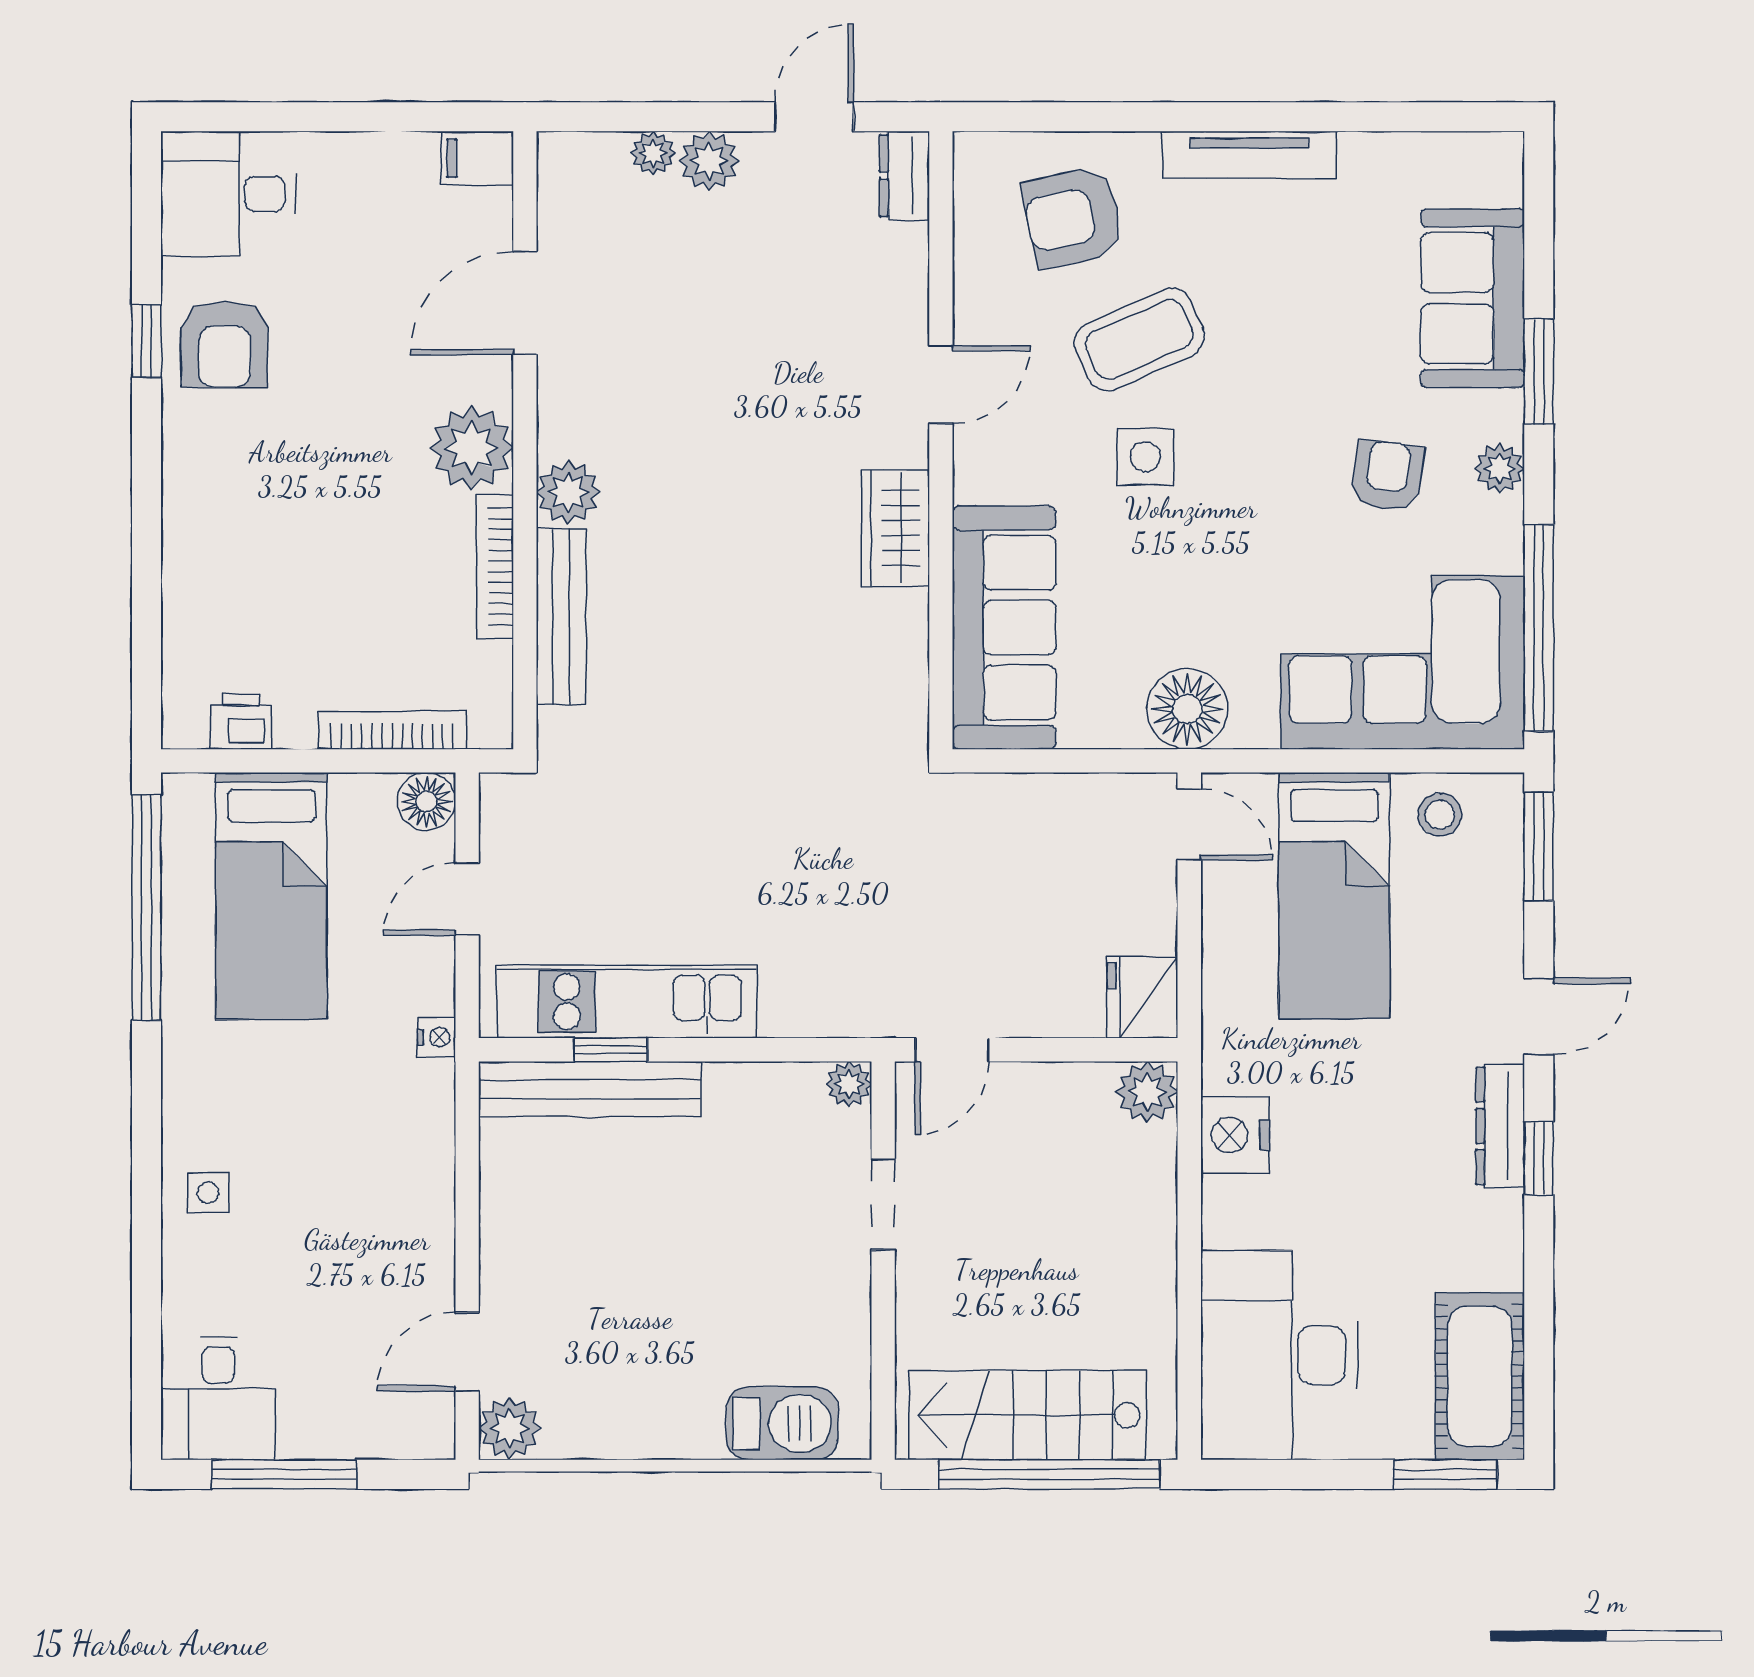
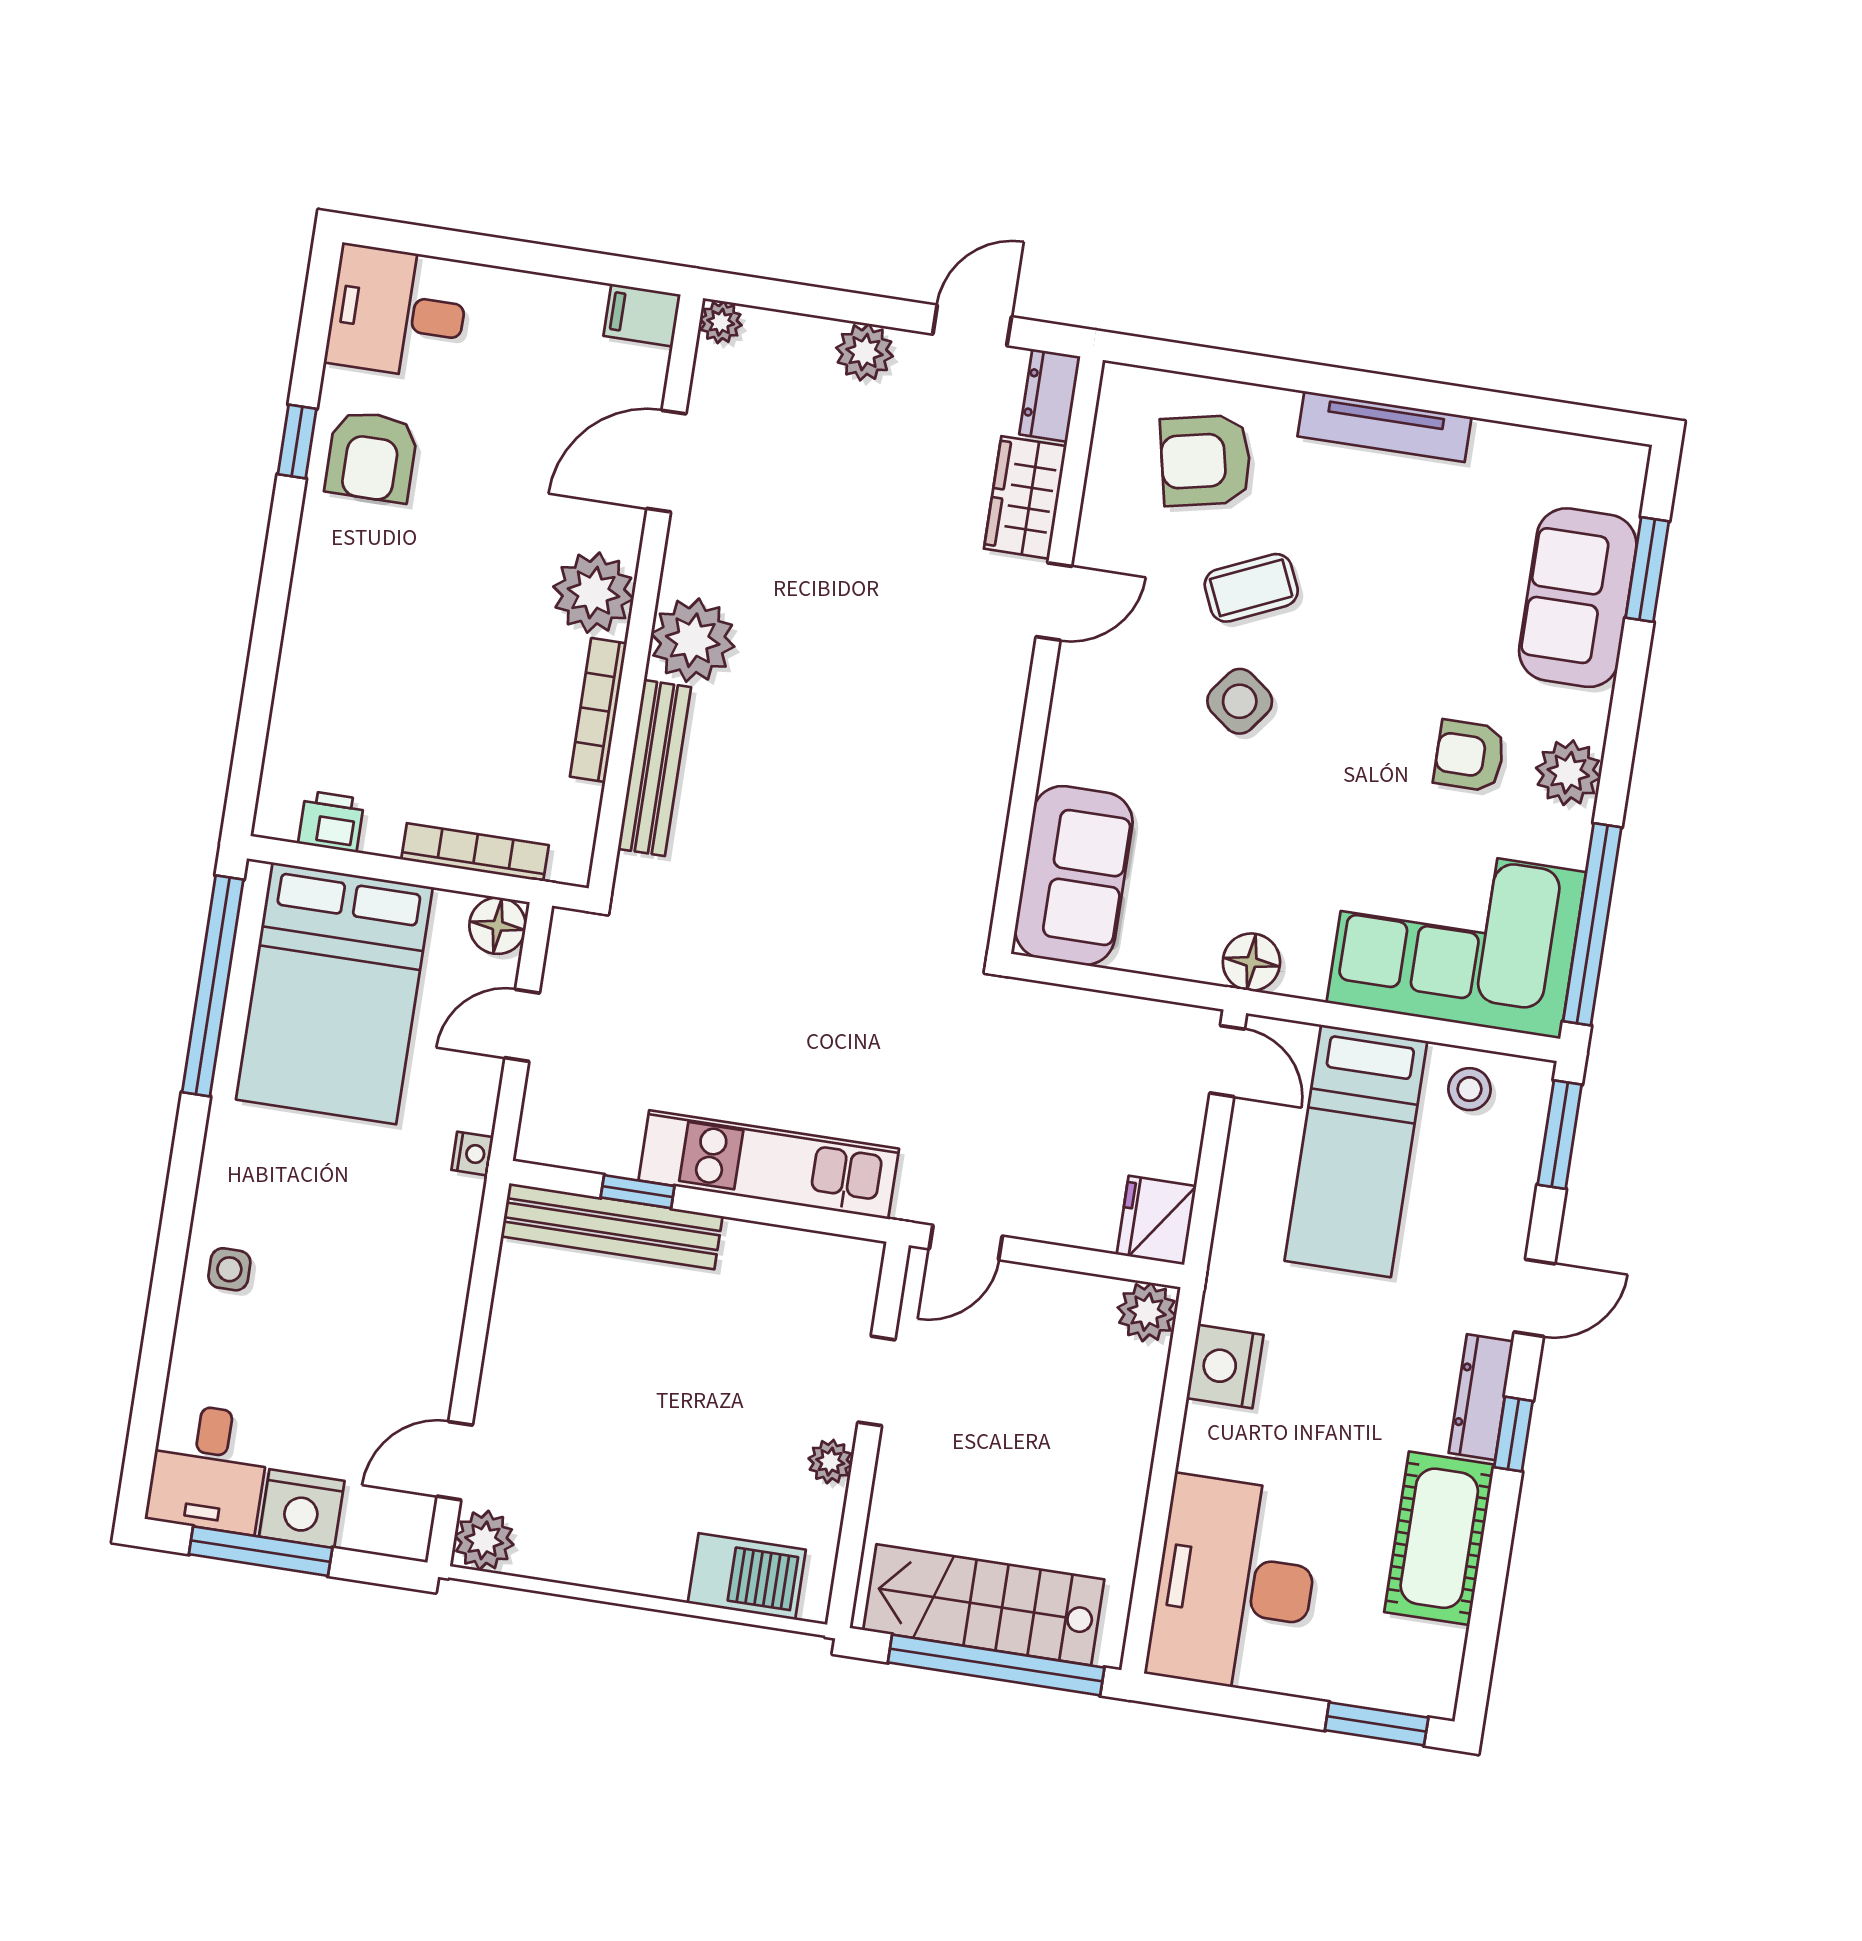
plant: (653, 153) -> (721, 322), moved
coffee table: (1139, 340) -> (1251, 588), width x0.73, depth x0.77
window: (1539, 371) -> (1647, 569), moved
side table: (1145, 457) -> (1240, 701), turned 37
plant: (1500, 468) -> (1568, 773), width x1.38, depth x1.38
armchair: (1387, 476) -> (1469, 756), turned -98
plant: (568, 492) -> (693, 640), width x1.36, depth x1.36
wardrobe: (895, 528) -> (1025, 497), moved
sofa: (1004, 628) -> (1074, 875), width x0.73
floor lamp: (1187, 709) -> (1251, 962), width x0.73, depth x0.73
bed: (271, 896) -> (334, 993), width x1.50
kitchen unit: (627, 1002) -> (769, 1165), moved
plant: (849, 1084) -> (830, 1462), moved
cot: (1480, 1376) -> (1439, 1538), moved
nightstand: (319, 1425) -> (302, 1509), added

